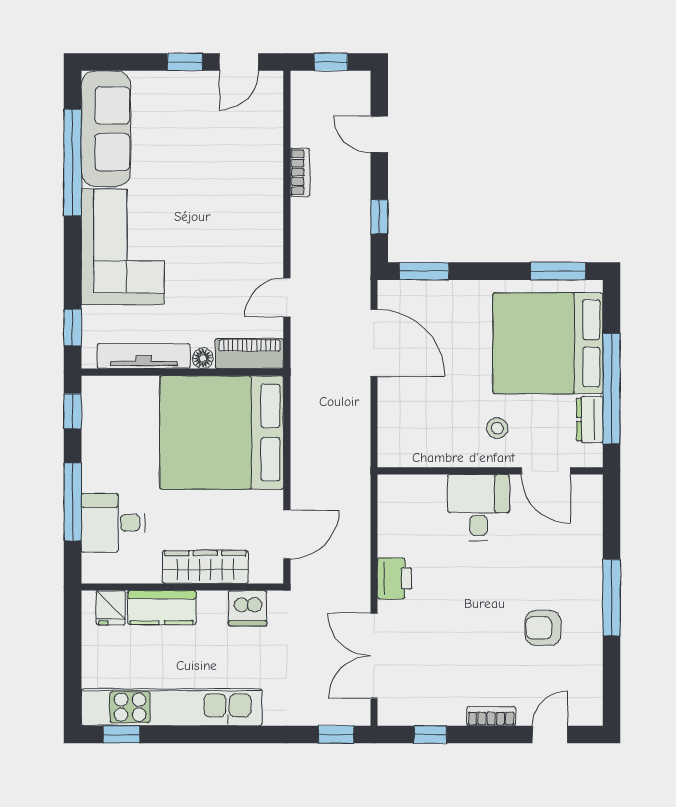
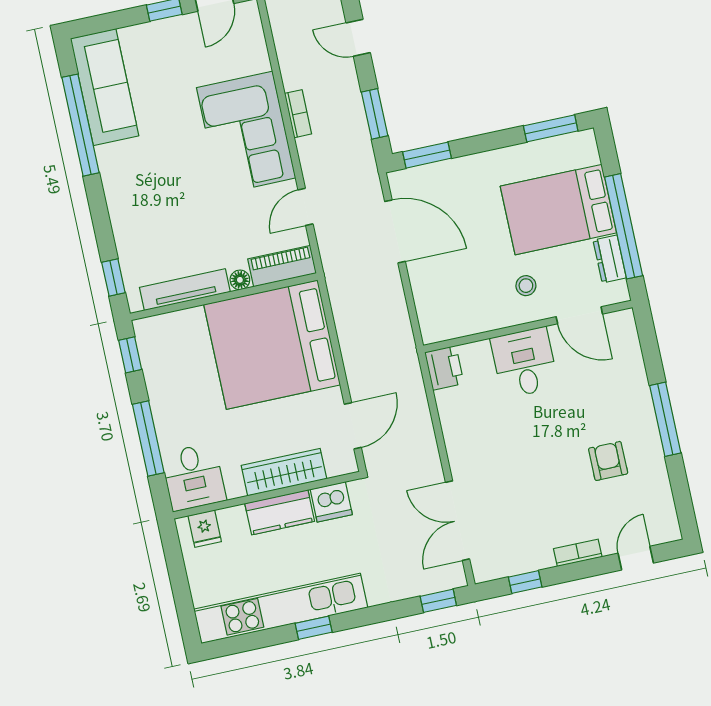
bookcase: (300, 172) -> (298, 114), moved
window: (379, 217) -> (375, 114), width x1.50
corner sofa: (123, 247) -> (246, 133), moved, turned 180
bed: (548, 343) -> (558, 210), width x0.73
desk: (113, 523) -> (193, 477), moved, turned -90
printer: (395, 578) -> (444, 368), moved
kitchen counter: (162, 608) -> (280, 512), moved
armchair: (543, 628) -> (608, 461), turned 90
window: (122, 735) -> (314, 628), moved

